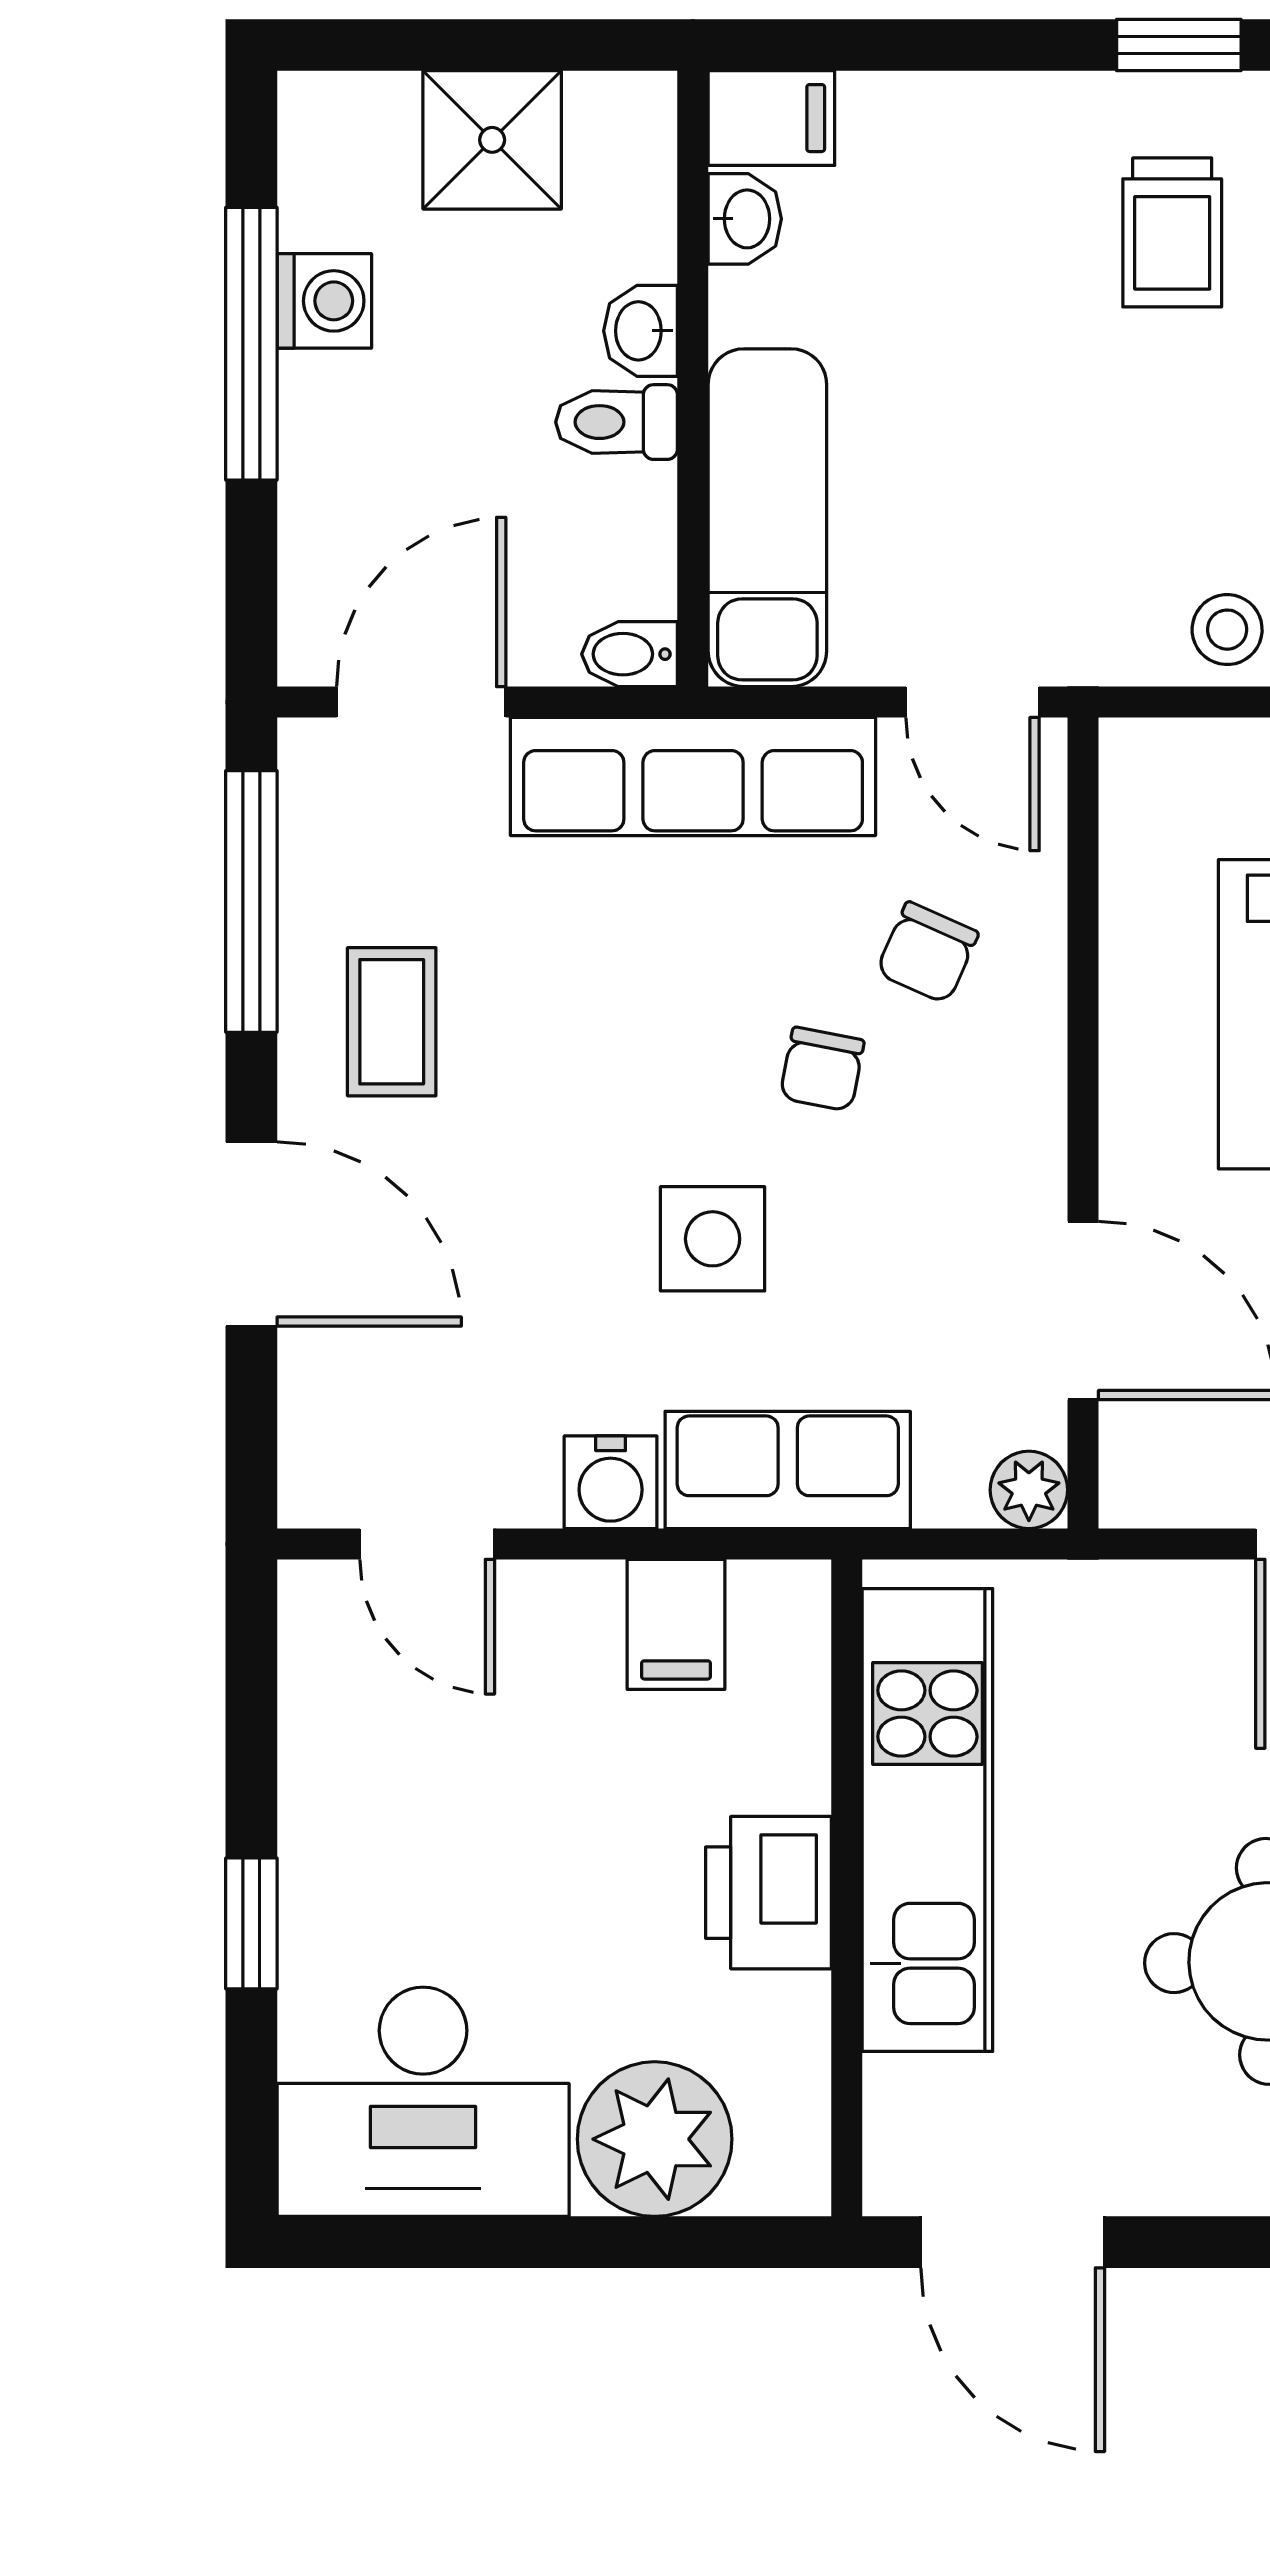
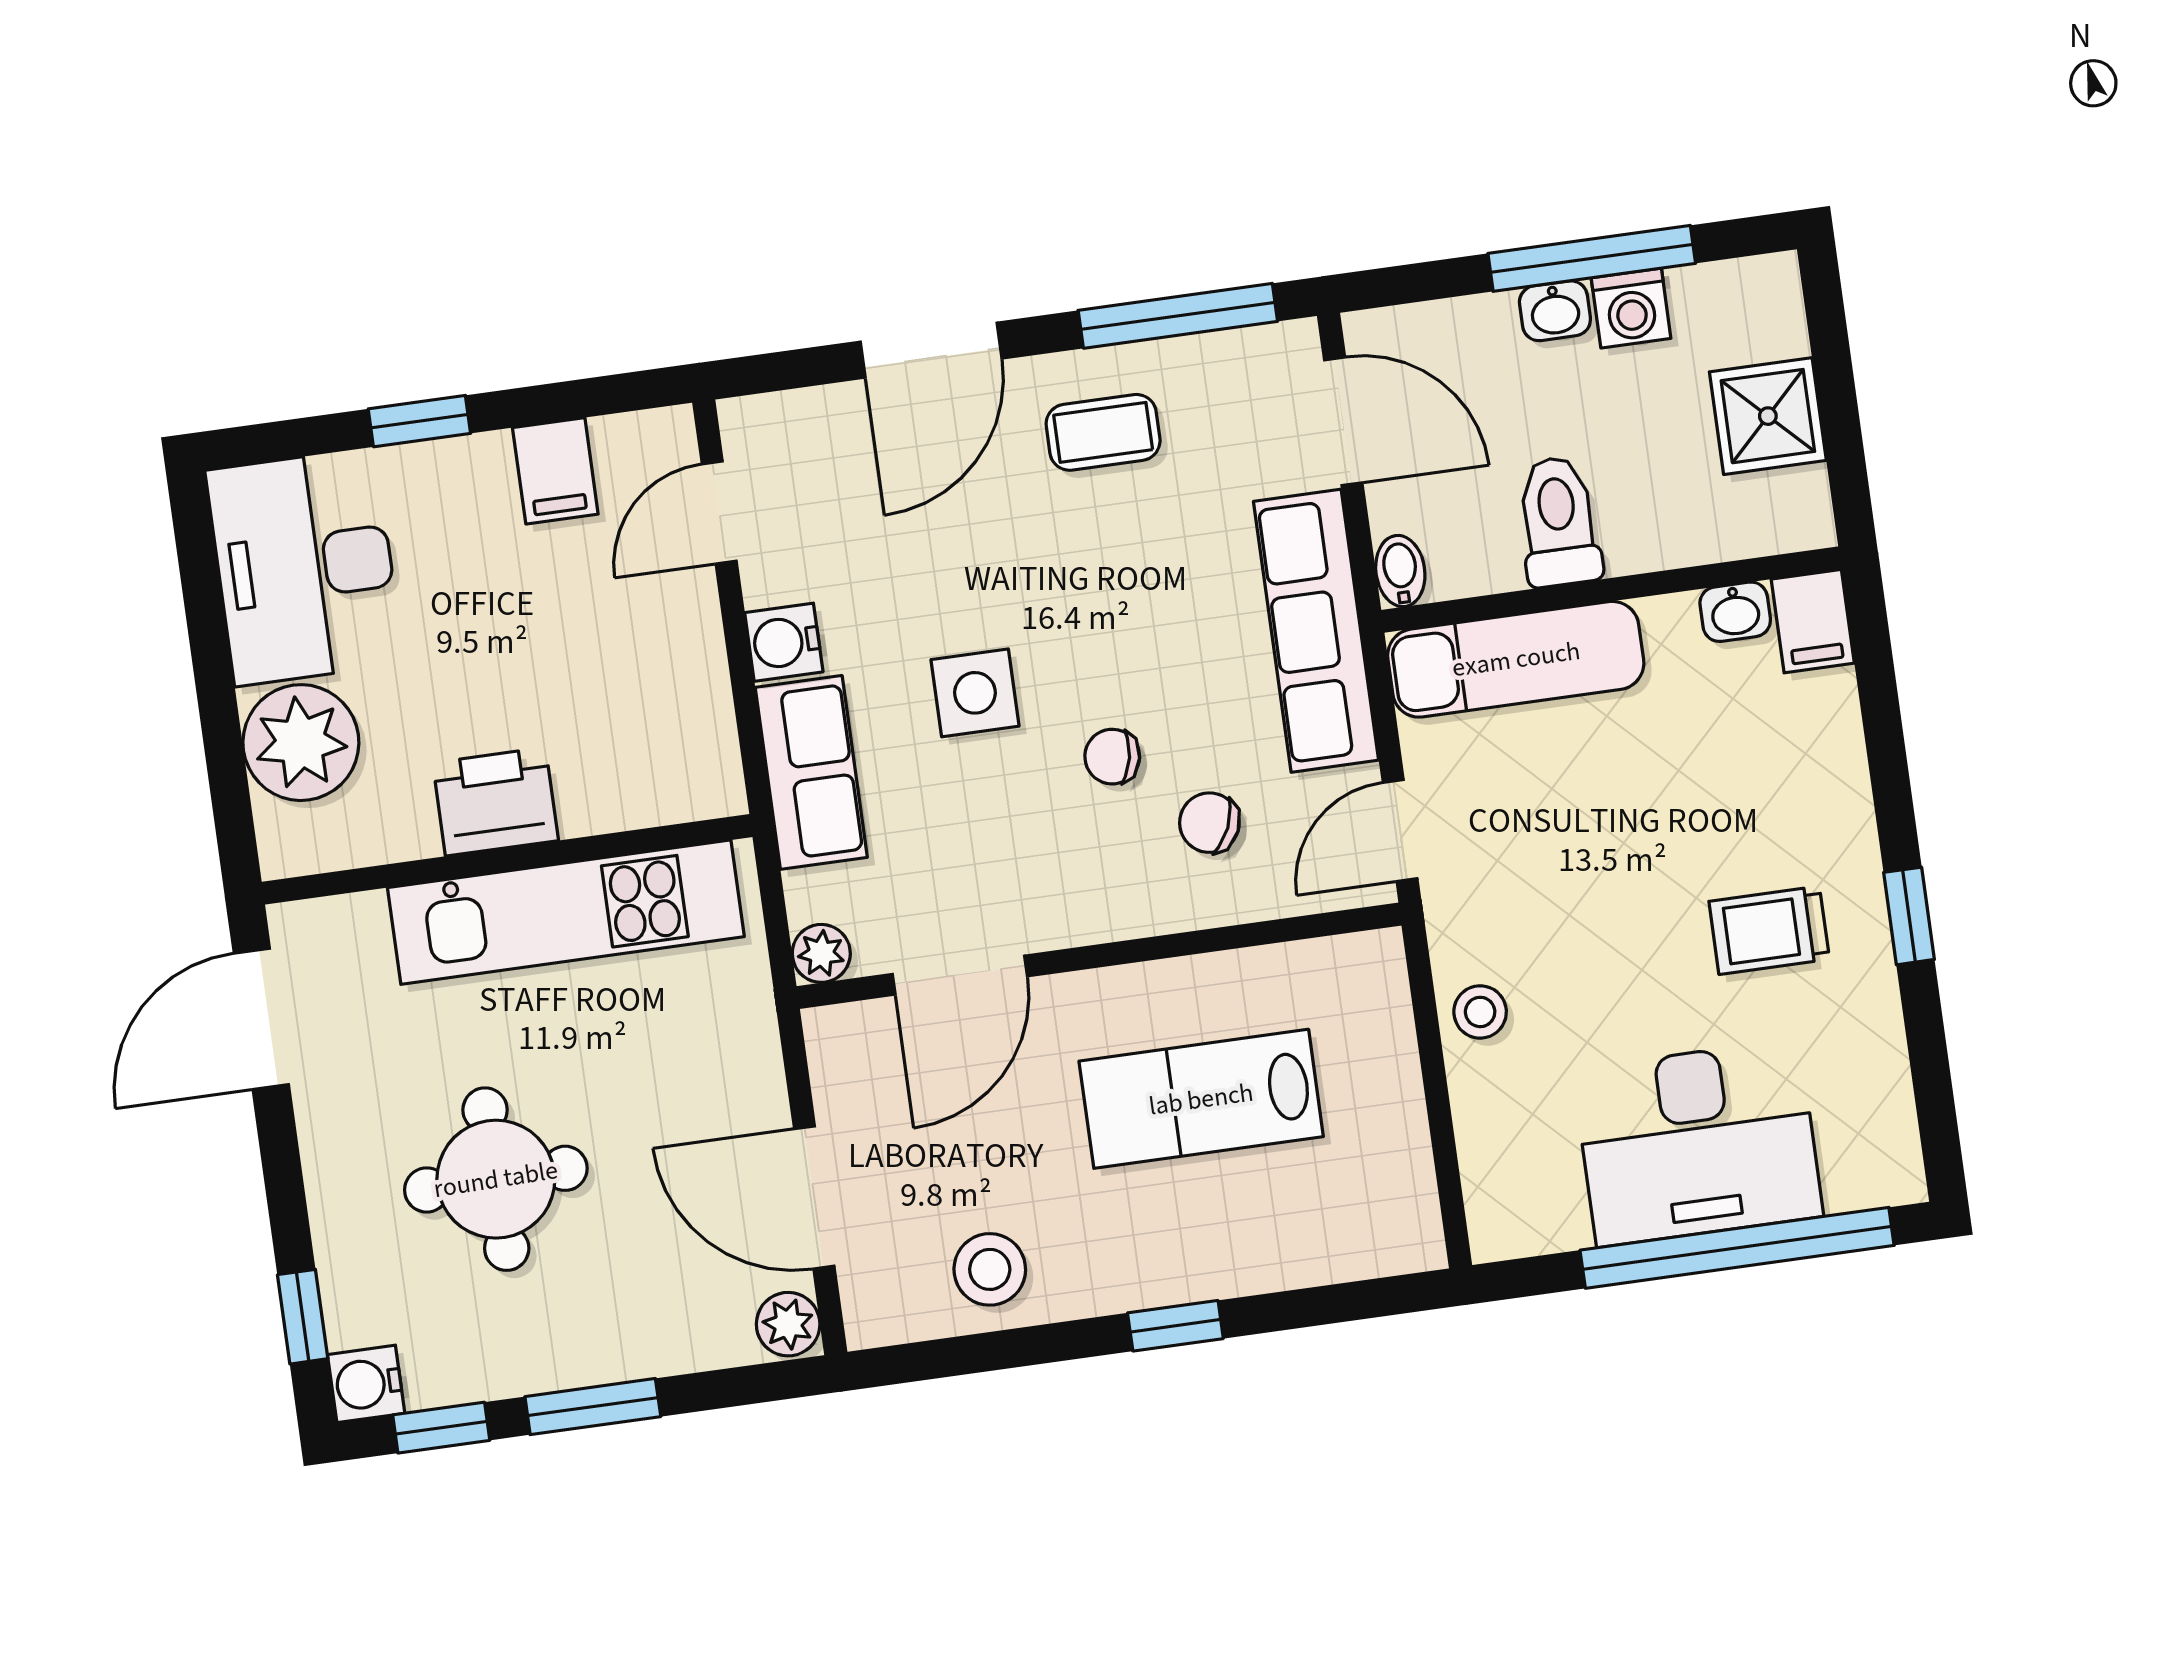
washbasin: (641, 331) -> (1555, 311), moved, turned 180
toilet: (617, 422) -> (1559, 521), width x1.37, depth x1.39
filing cabinet: (676, 1624) -> (555, 471), moved, turned -90

